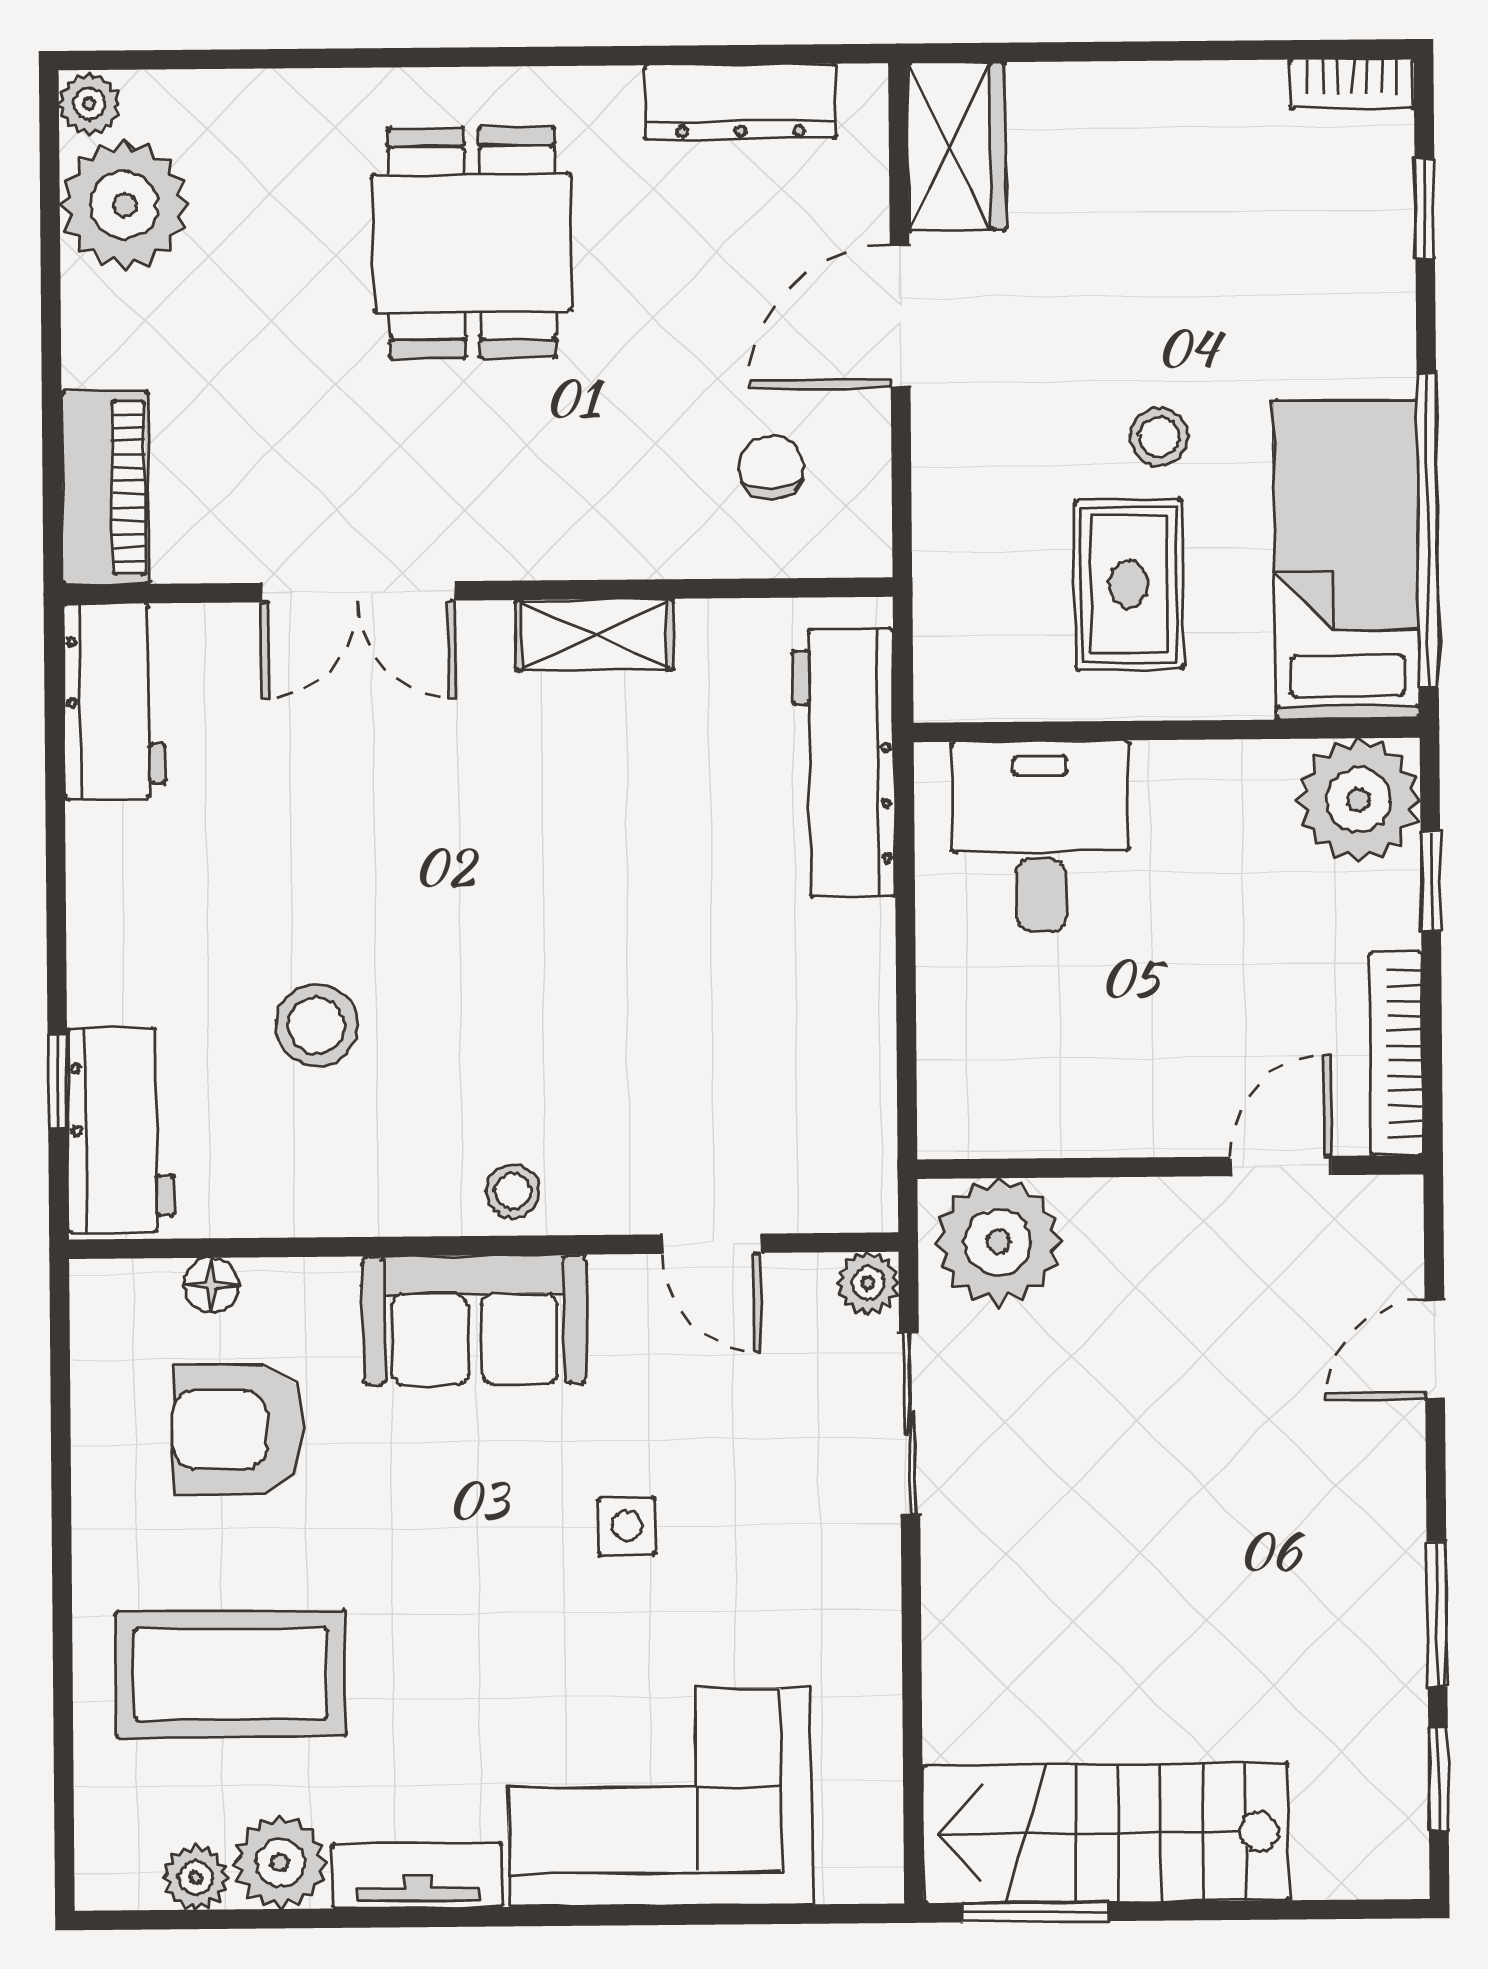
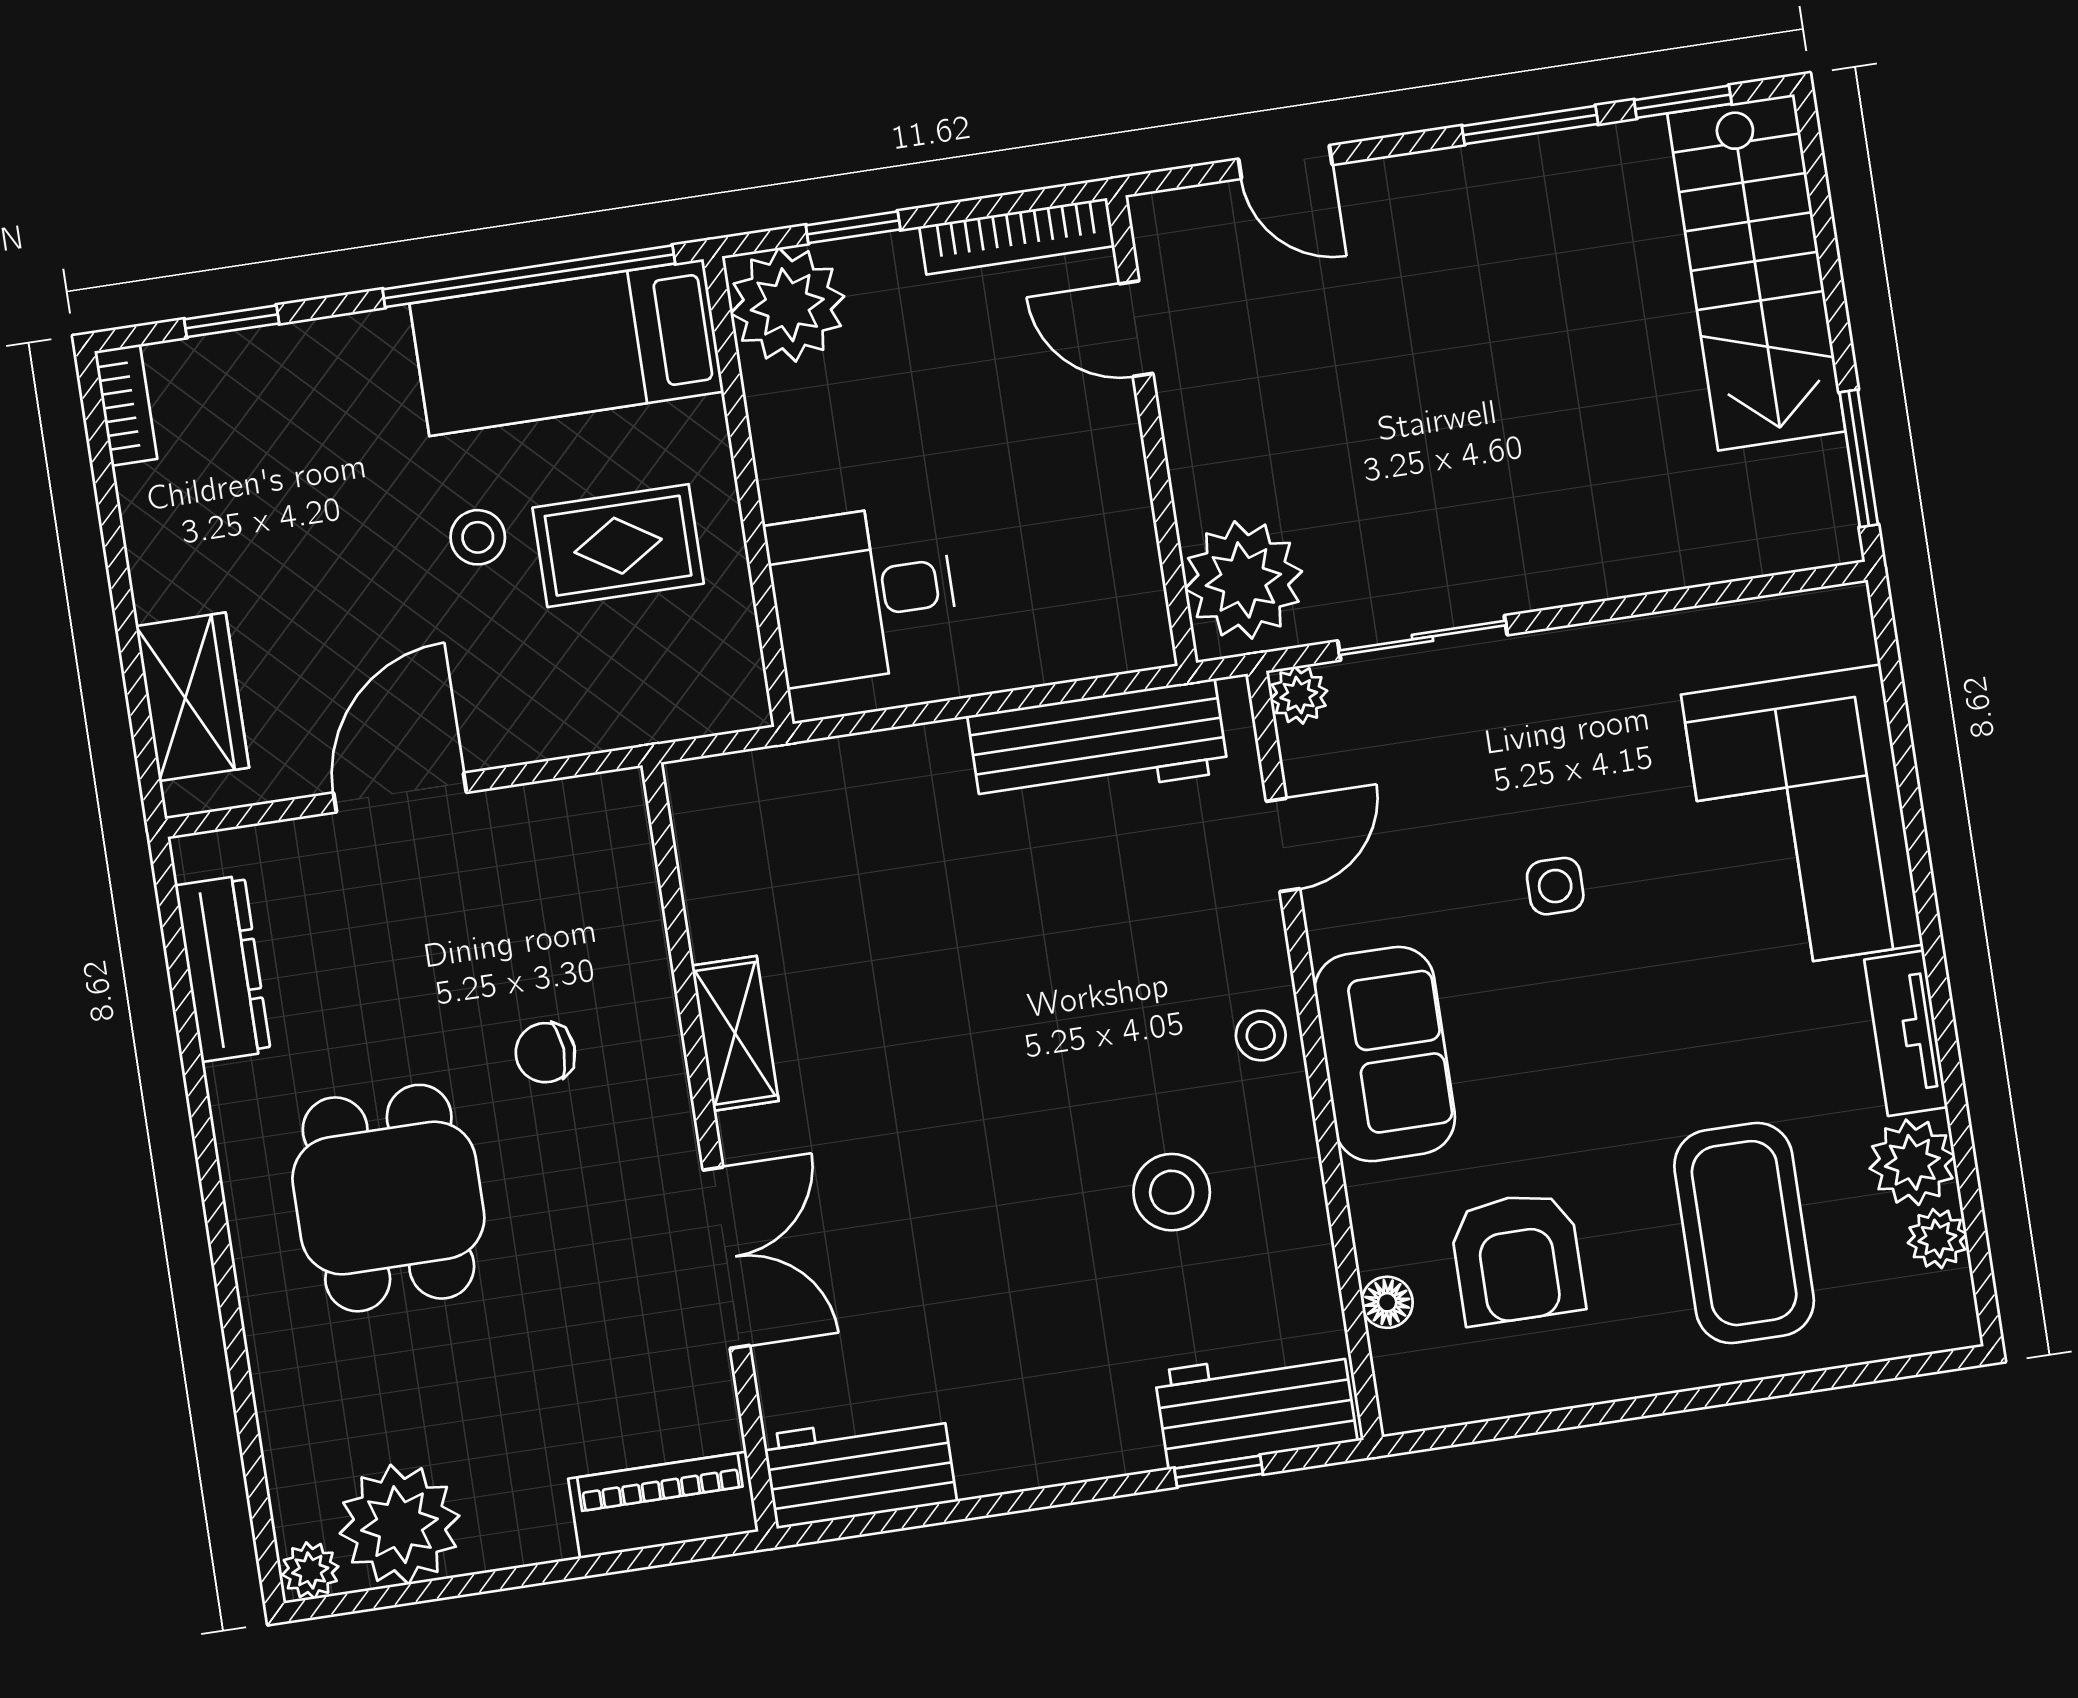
wardrobe: (957, 147) -> (192, 697), moved, turned 90
dining table: (472, 243) -> (388, 1198), turned 90
door: (900, 316) -> (400, 793), swing flipped
chair: (771, 468) -> (545, 1053), moved
workbench: (844, 763) -> (1098, 744), moved
stool: (317, 1026) -> (1172, 1192), moved
stairs: (1106, 1833) -> (1756, 272), moved

